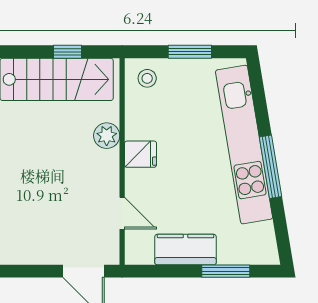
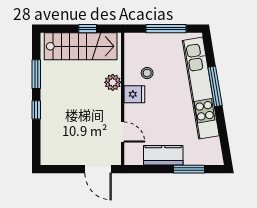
window: (190, 52) -> (166, 29), width x1.44
stool: (147, 78) -> (147, 73), moved
window: (271, 167) -> (215, 86), moved

